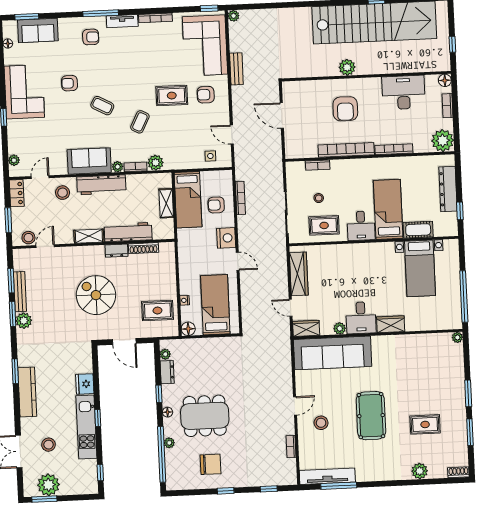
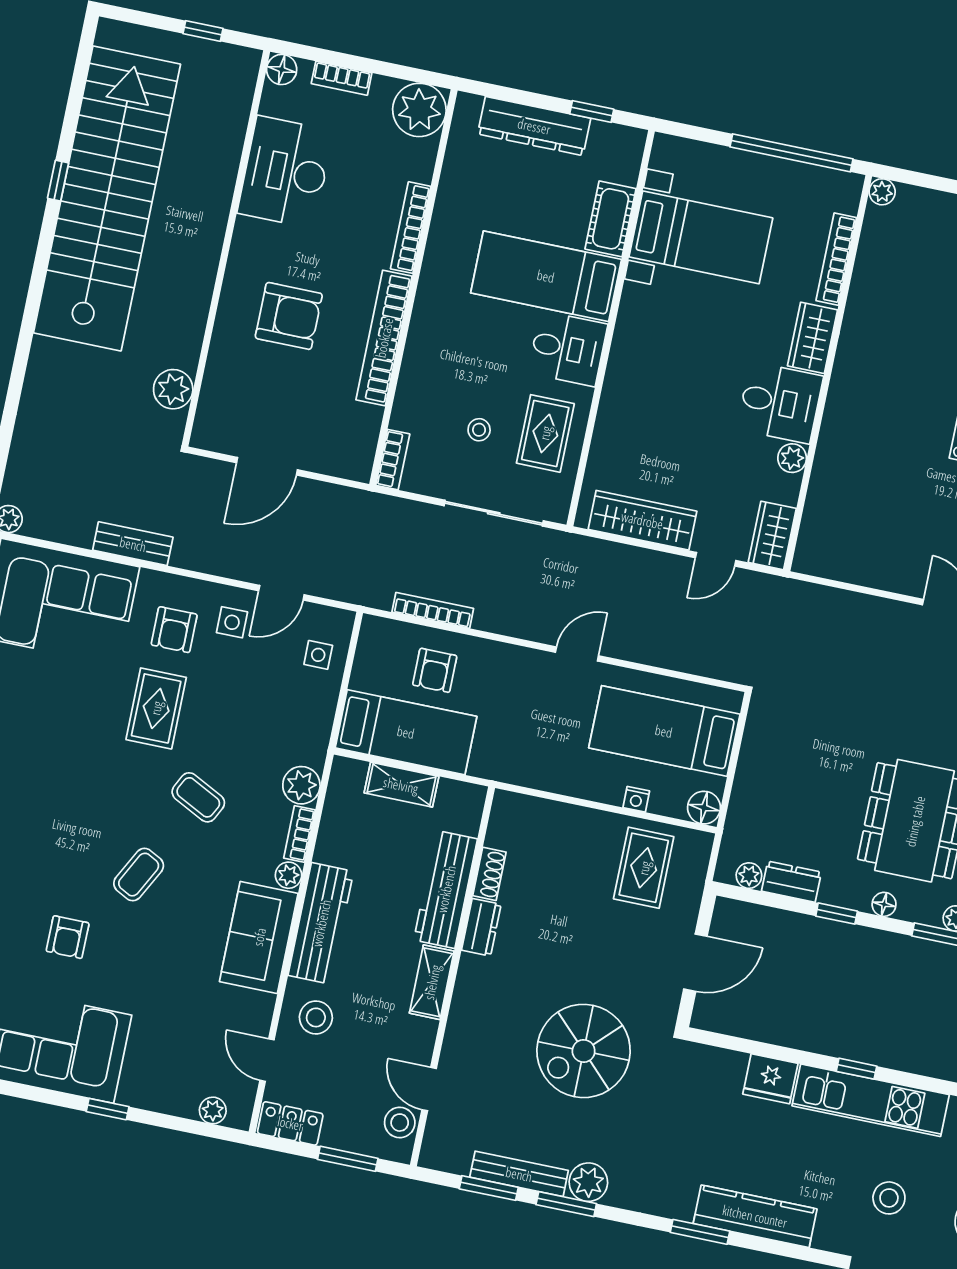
plant: (347, 67) -> (173, 389), moved
side table: (215, 117) -> (232, 622), added
bookcase: (318, 165) -> (393, 460), moved
nightstand: (226, 238) -> (517, 667), removed
shoe rack: (143, 248) -> (489, 874), width x0.70
spiral stairs: (96, 295) -> (584, 1051), moved
bookcase: (425, 326) -> (836, 259), added
sofa: (333, 353) -> (844, 489), removed

